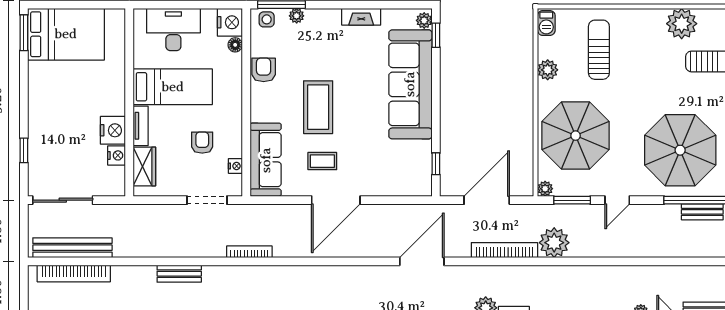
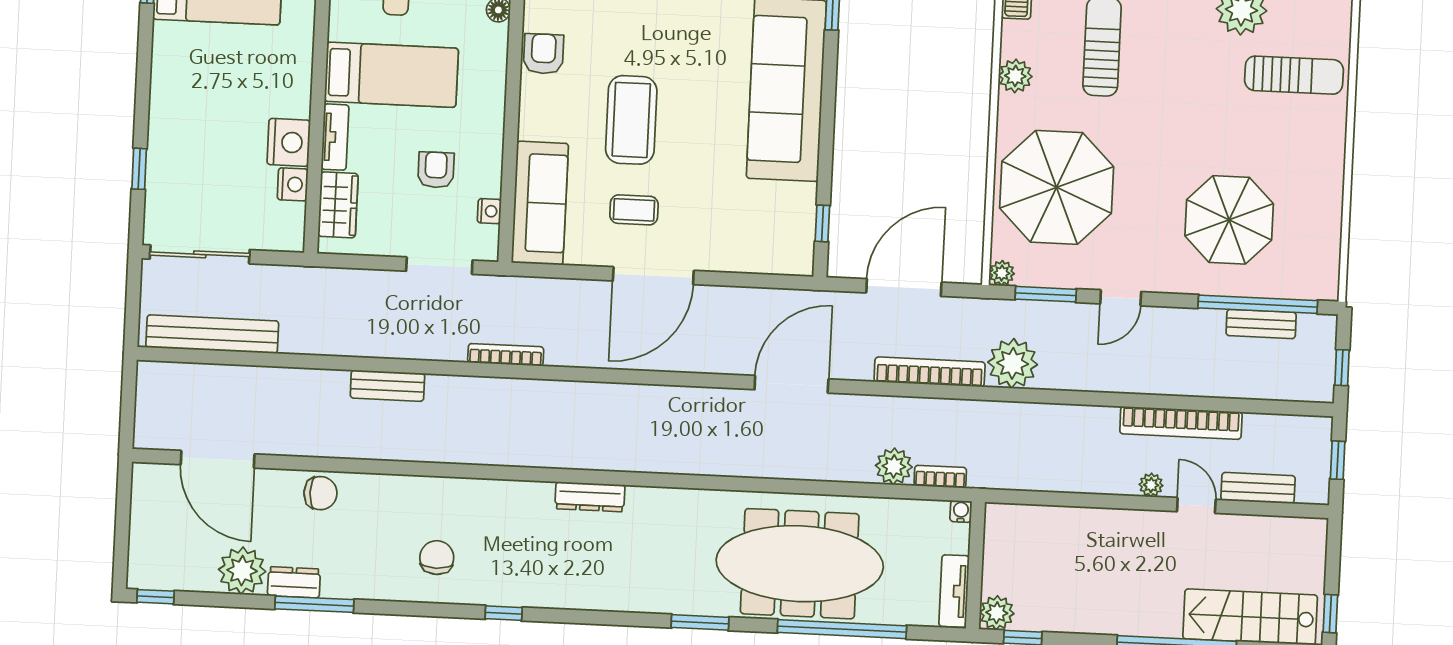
parasol: (680, 150) -> (1229, 220), width x0.73, depth x0.73
bookcase: (74, 274) -> (1181, 423), moved

